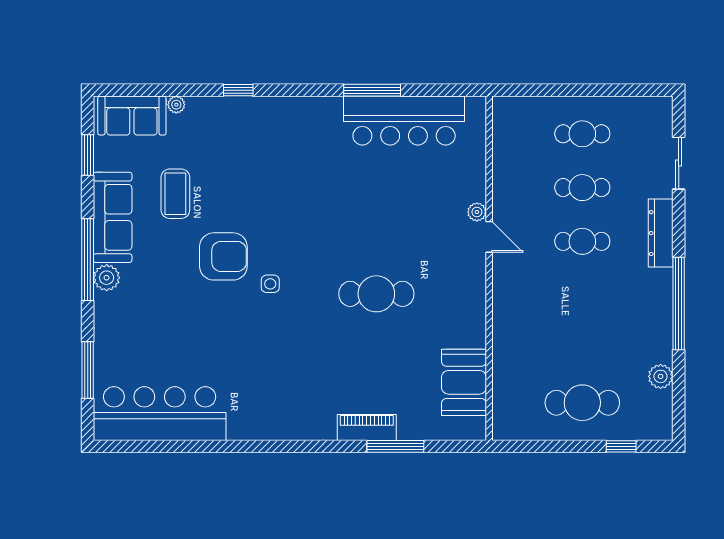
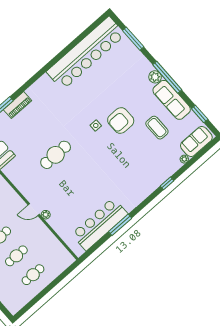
bar counter: (160, 414) -> (86, 53), width x1.36

